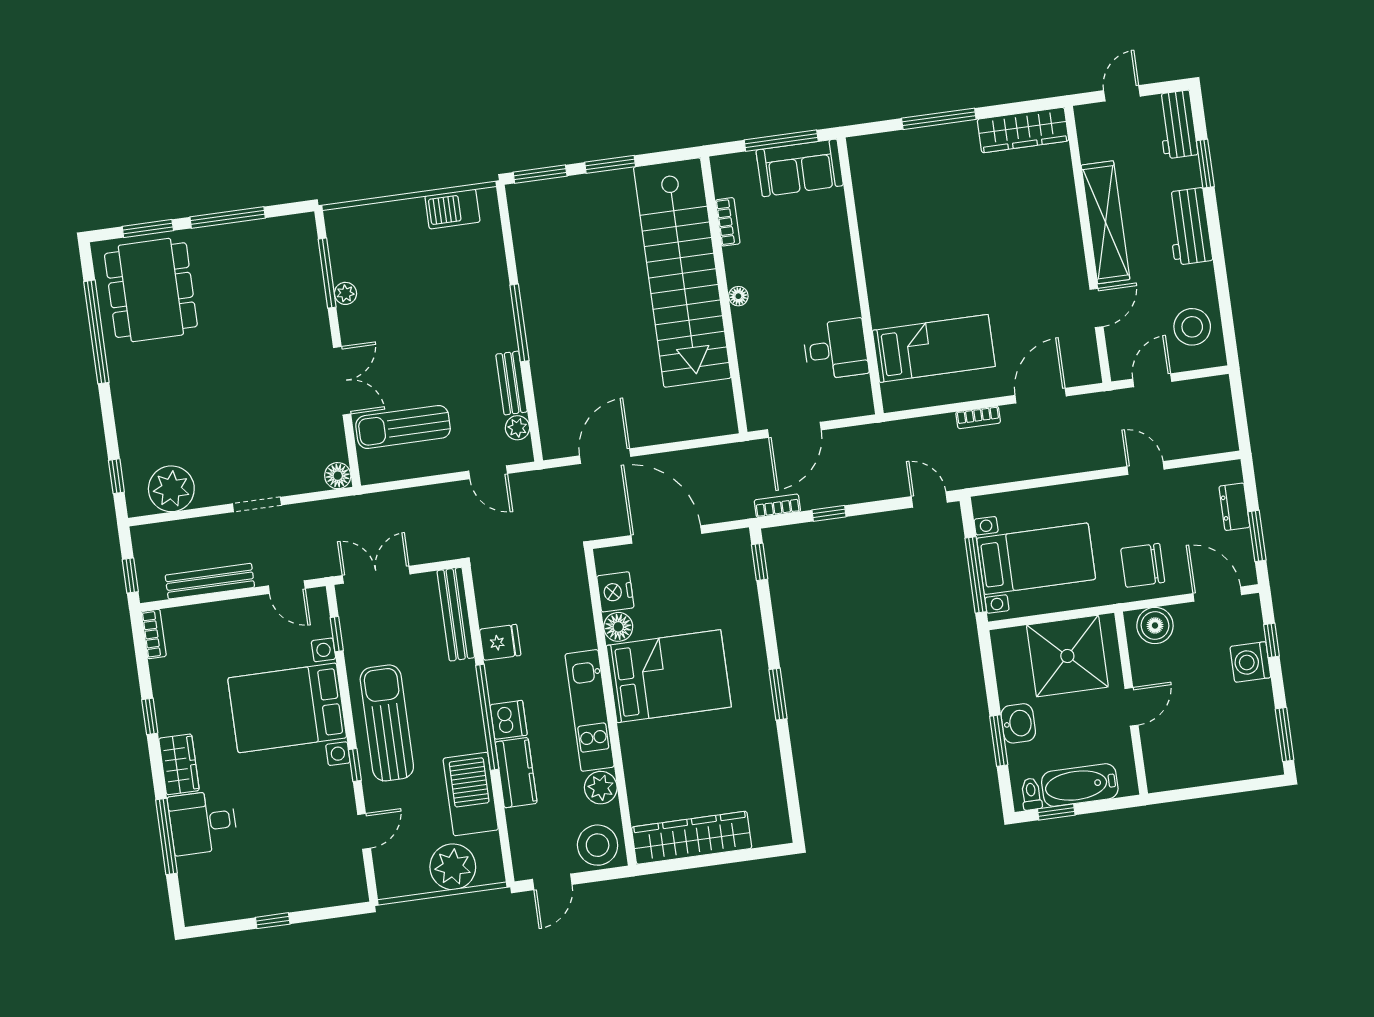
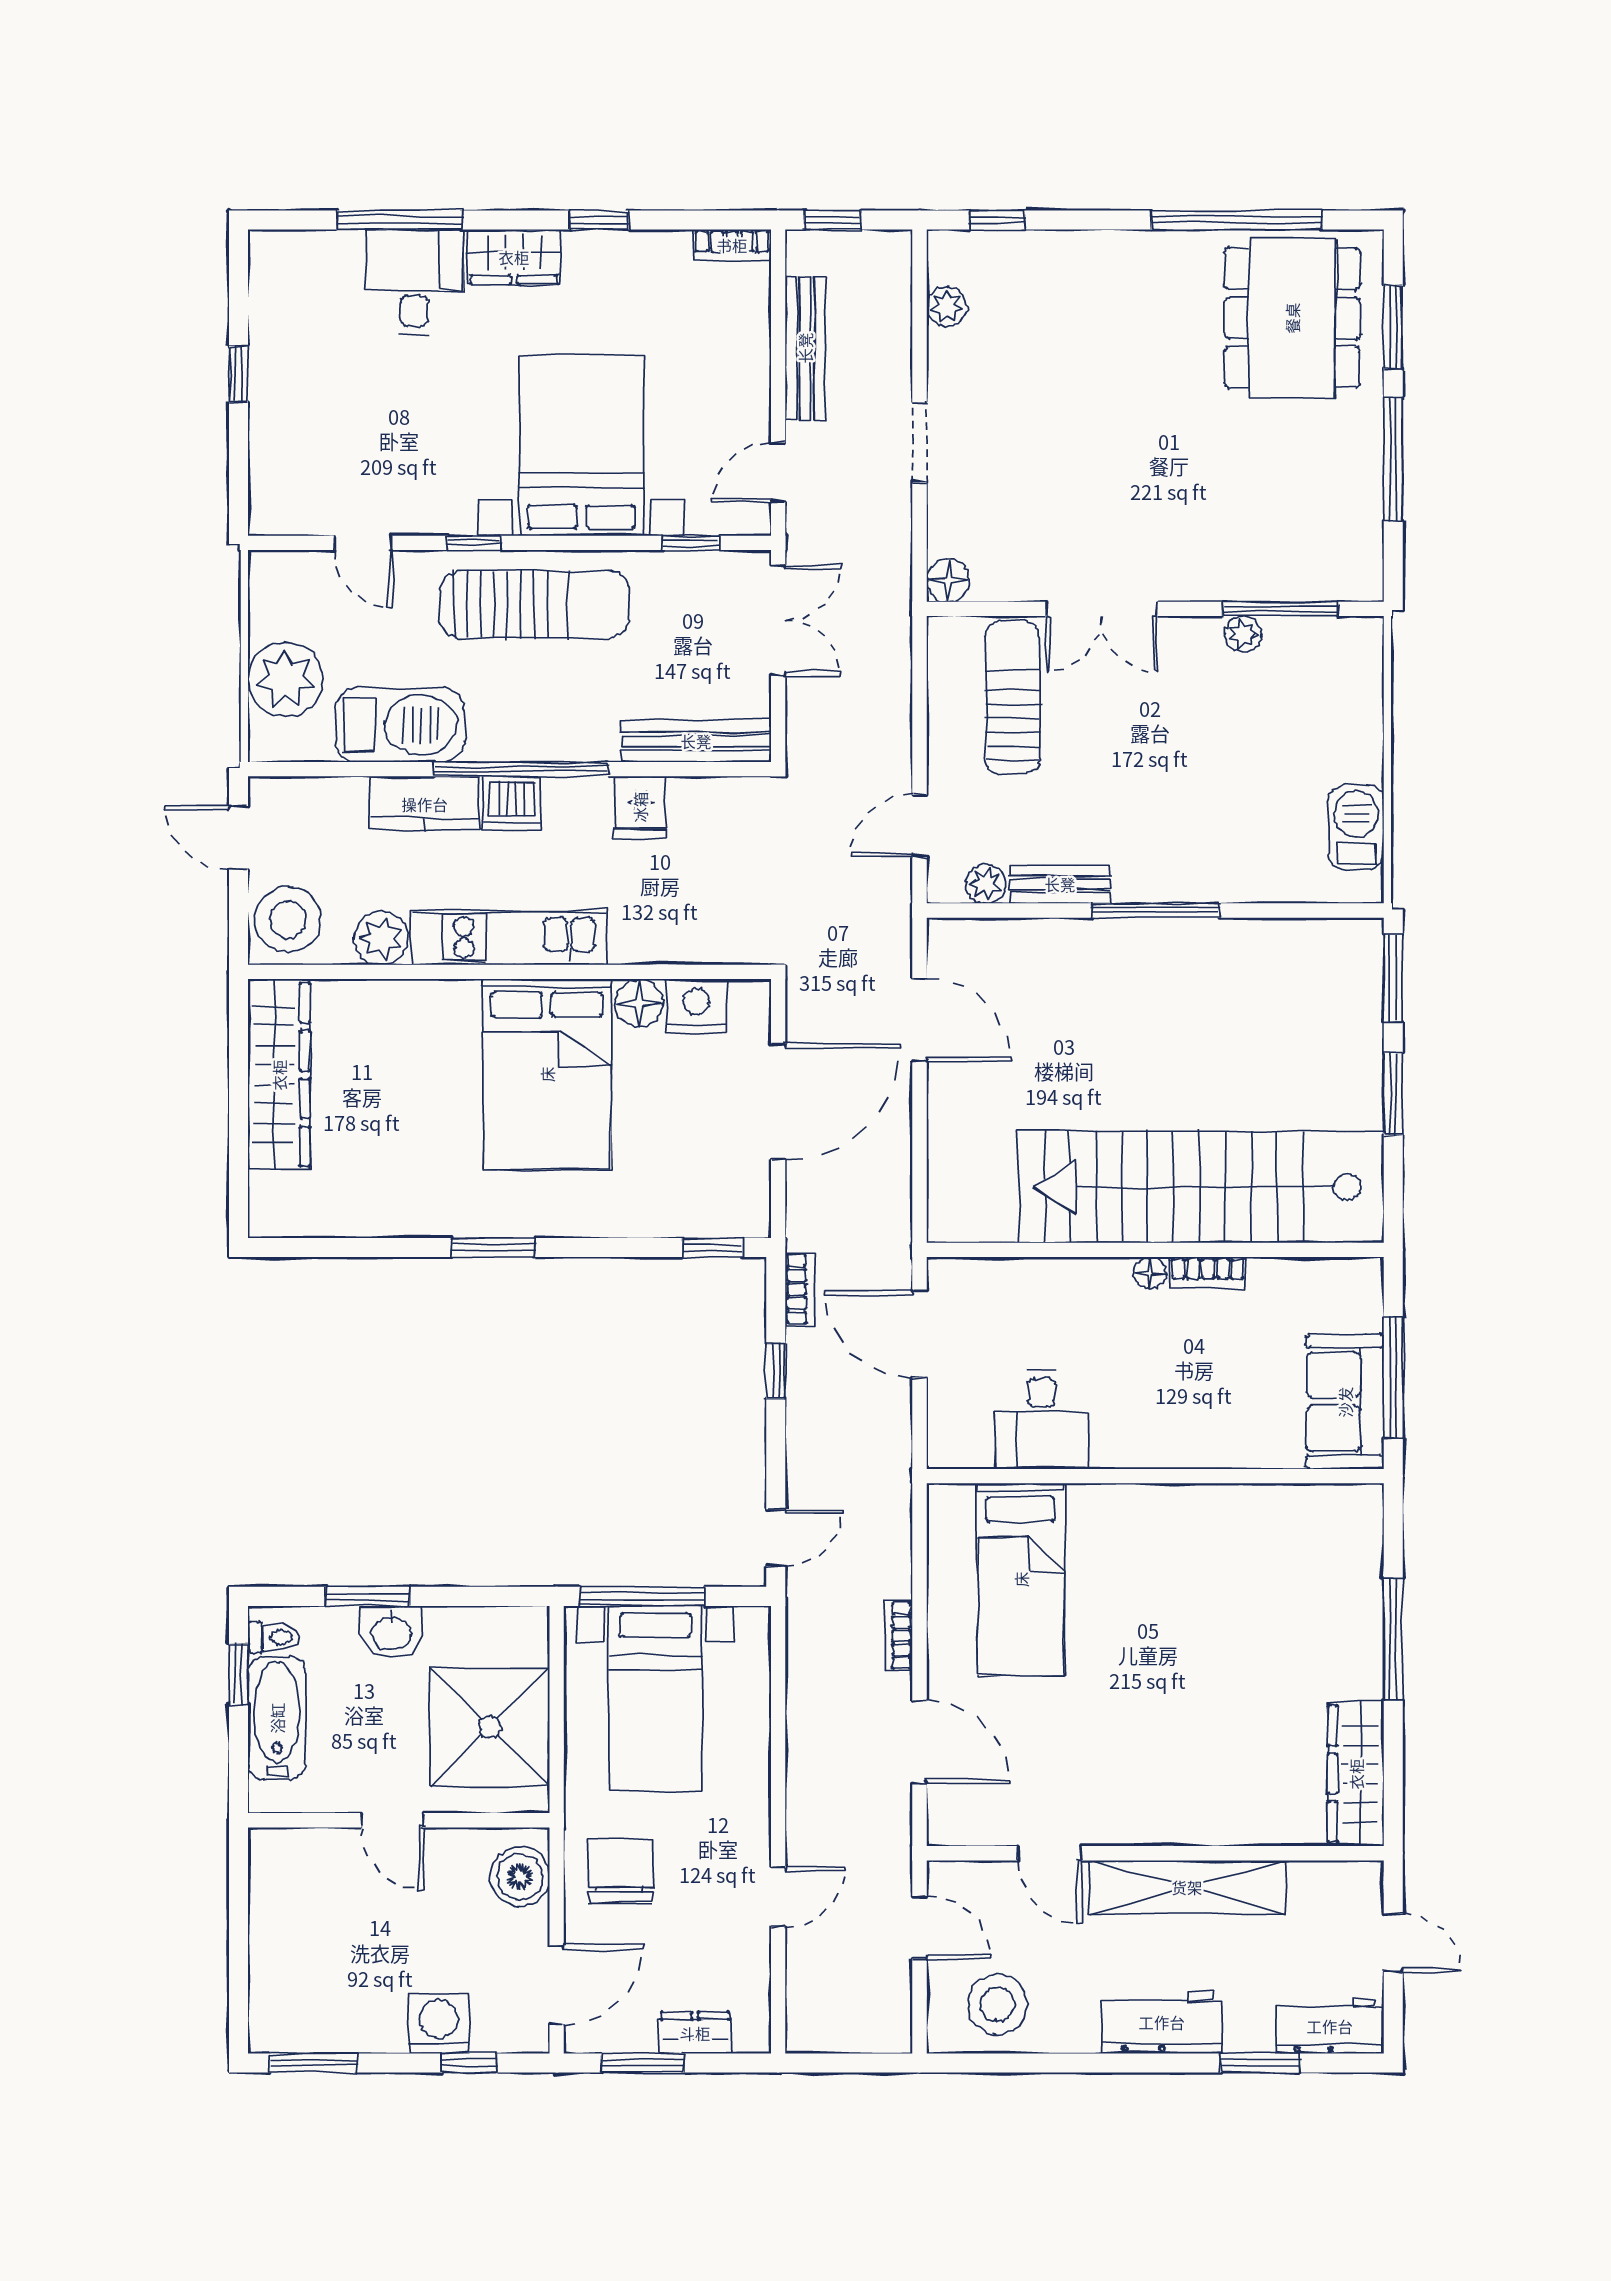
bookcase: (728, 222) -> (1208, 1272), moved
dining table: (151, 290) -> (1292, 318), turned 90
plant: (171, 489) -> (947, 307), width x0.53, depth x0.53

